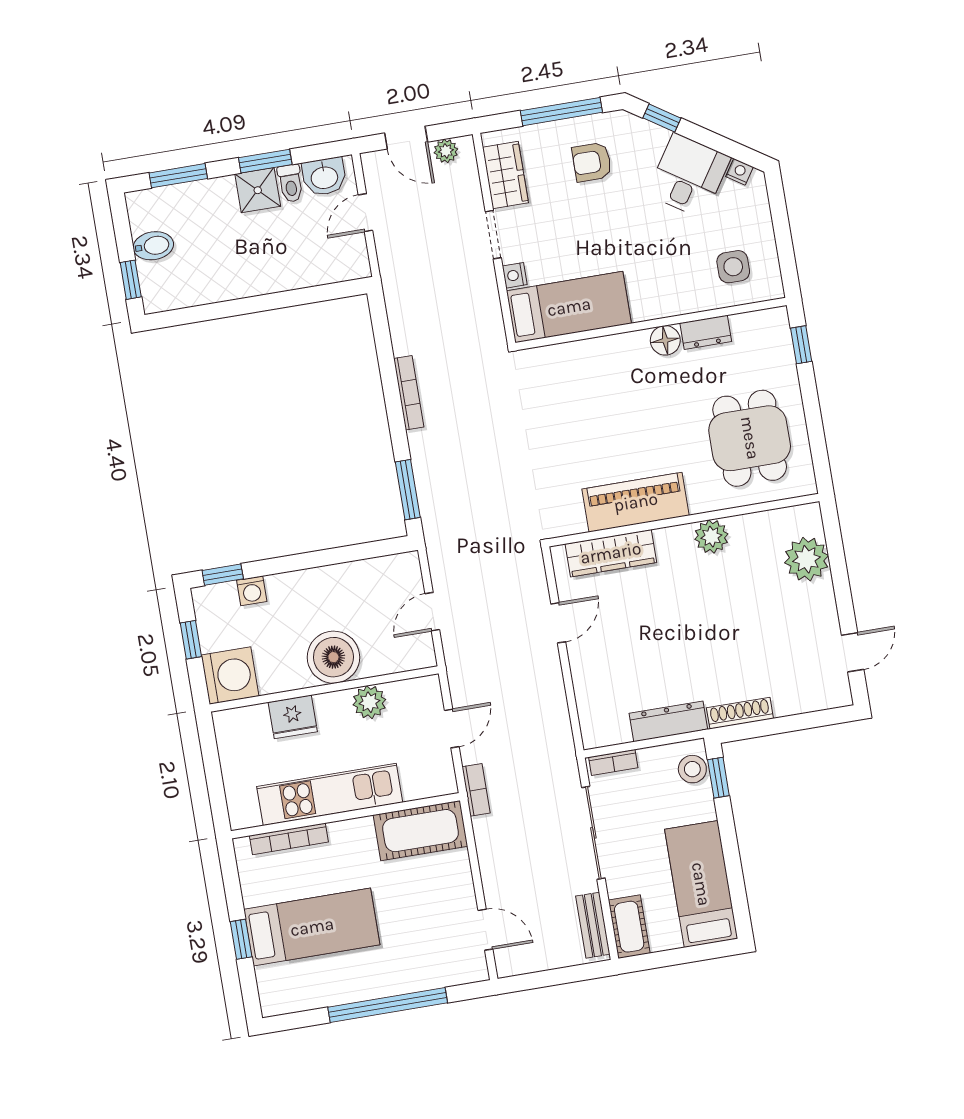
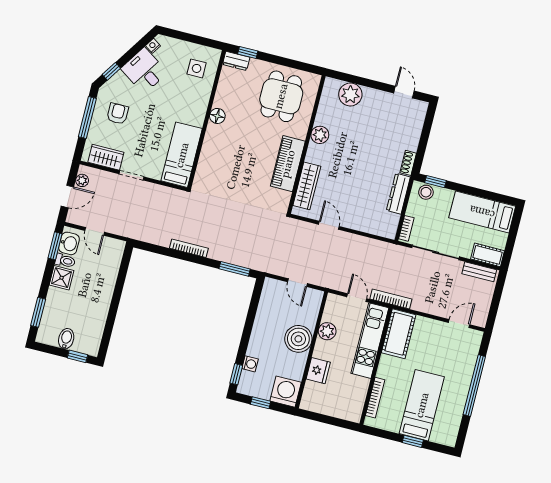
window: (265, 161) -> (55, 246), moved
armchair: (592, 162) -> (118, 114), turned 180
nightstand: (515, 275) -> (155, 174), removed
dresser: (706, 332) -> (236, 61), moved, turned 90
dining table: (750, 438) -> (281, 96), turned 90
shoe rack: (740, 713) -> (408, 163), width x0.70
bookcase: (476, 790) -> (391, 299), width x1.56
kitchen unit: (330, 794) -> (370, 341), moved

